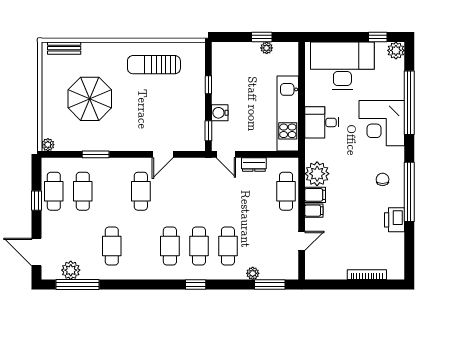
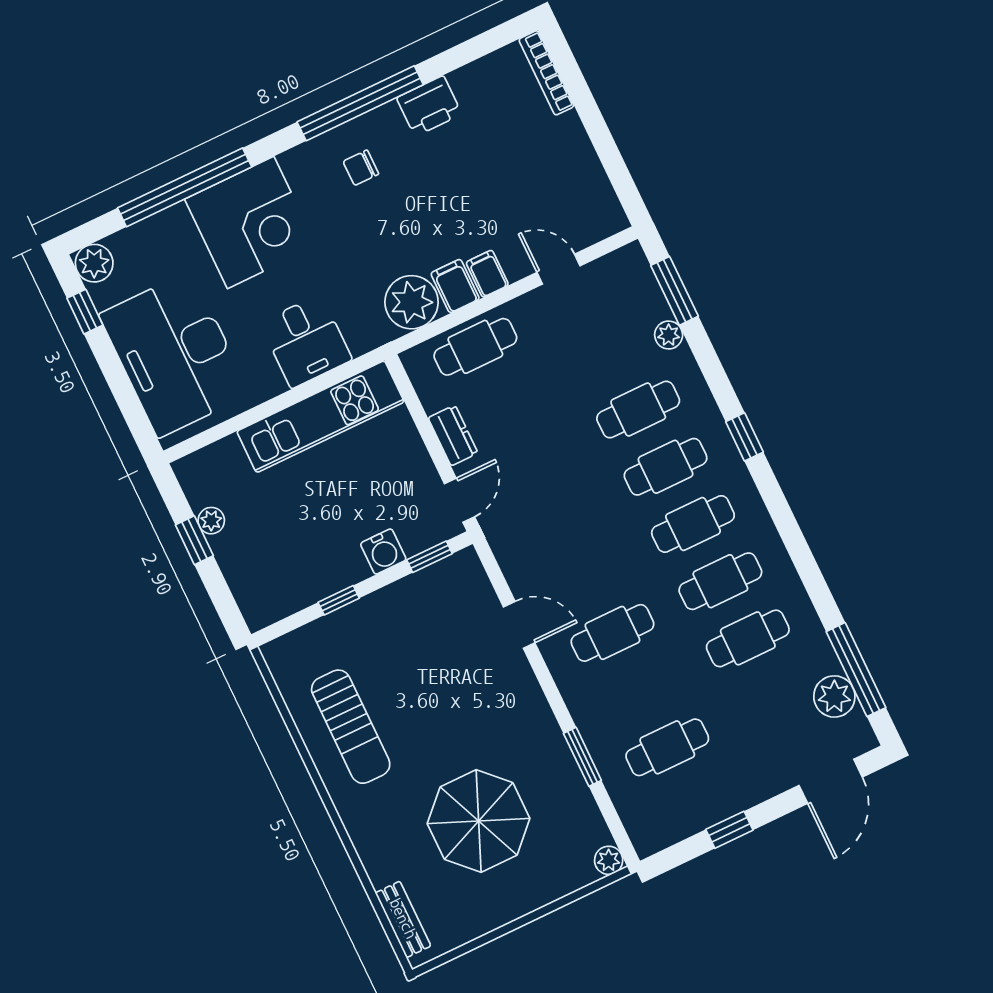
cafe table: (54, 191) -> (720, 581), moved
bookcase: (367, 275) -> (546, 73), moved

